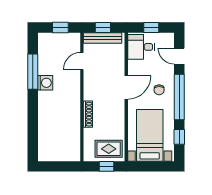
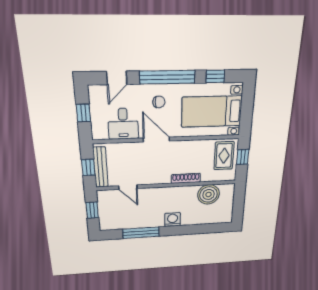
desk: (141, 47) -> (123, 124), moved
washing machine: (45, 83) -> (173, 220), moved
boiler: (70, 136) -> (208, 194), added

